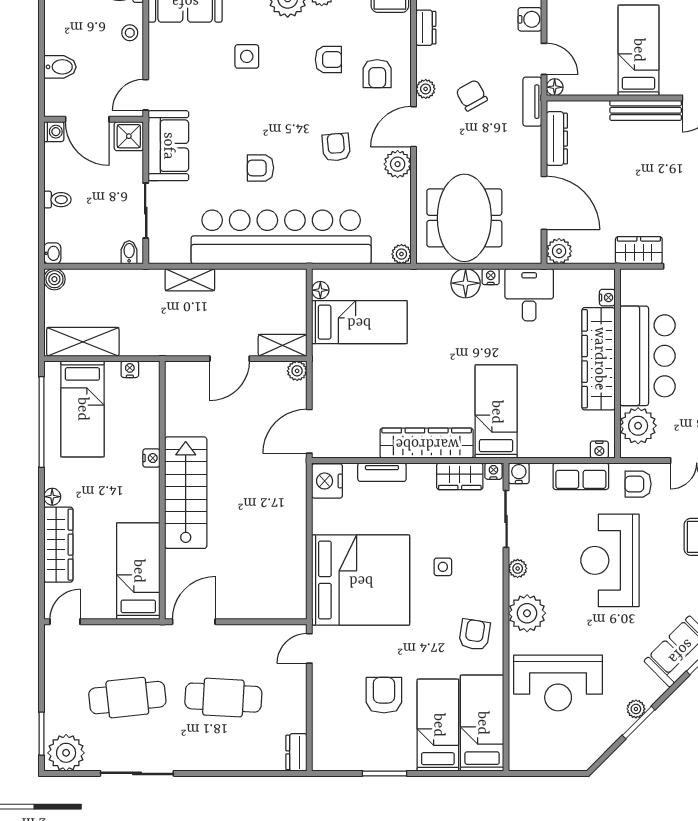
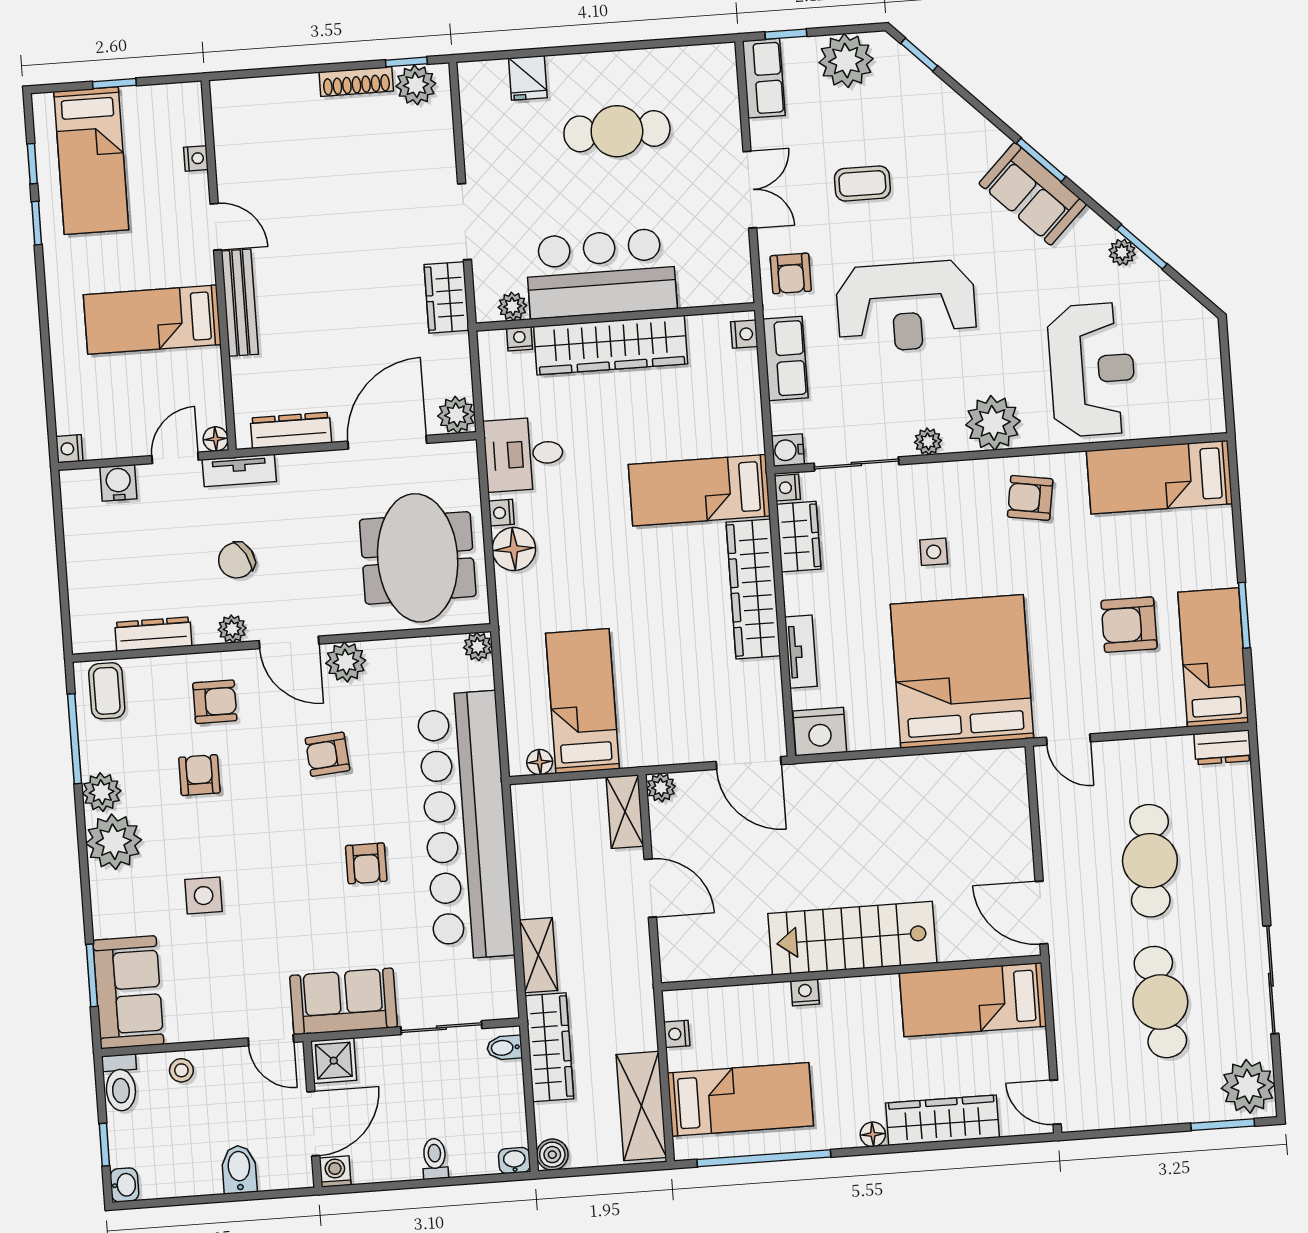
dresser: (426, 28) -> (153, 634), width x1.44
meeting table: (464, 218) -> (418, 558), turned 90
wardrobe: (127, 282) -> (549, 1047), added
plant: (638, 426) -> (512, 306), moved, width x0.53, depth x0.53
bed: (438, 725) -> (1213, 657), moved, turned 90

